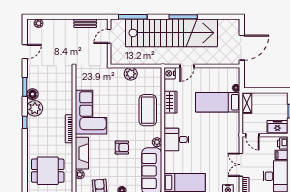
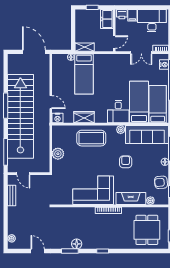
plant: (35, 108) -> (90, 242), removed
bed: (187, 162) -> (139, 102), added

